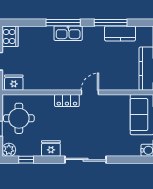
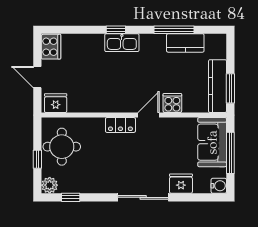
window: (63, 23) -> (116, 30), width x0.46
cooker: (109, 83) -> (172, 103), added
fridge: (51, 149) -> (181, 184), moved

